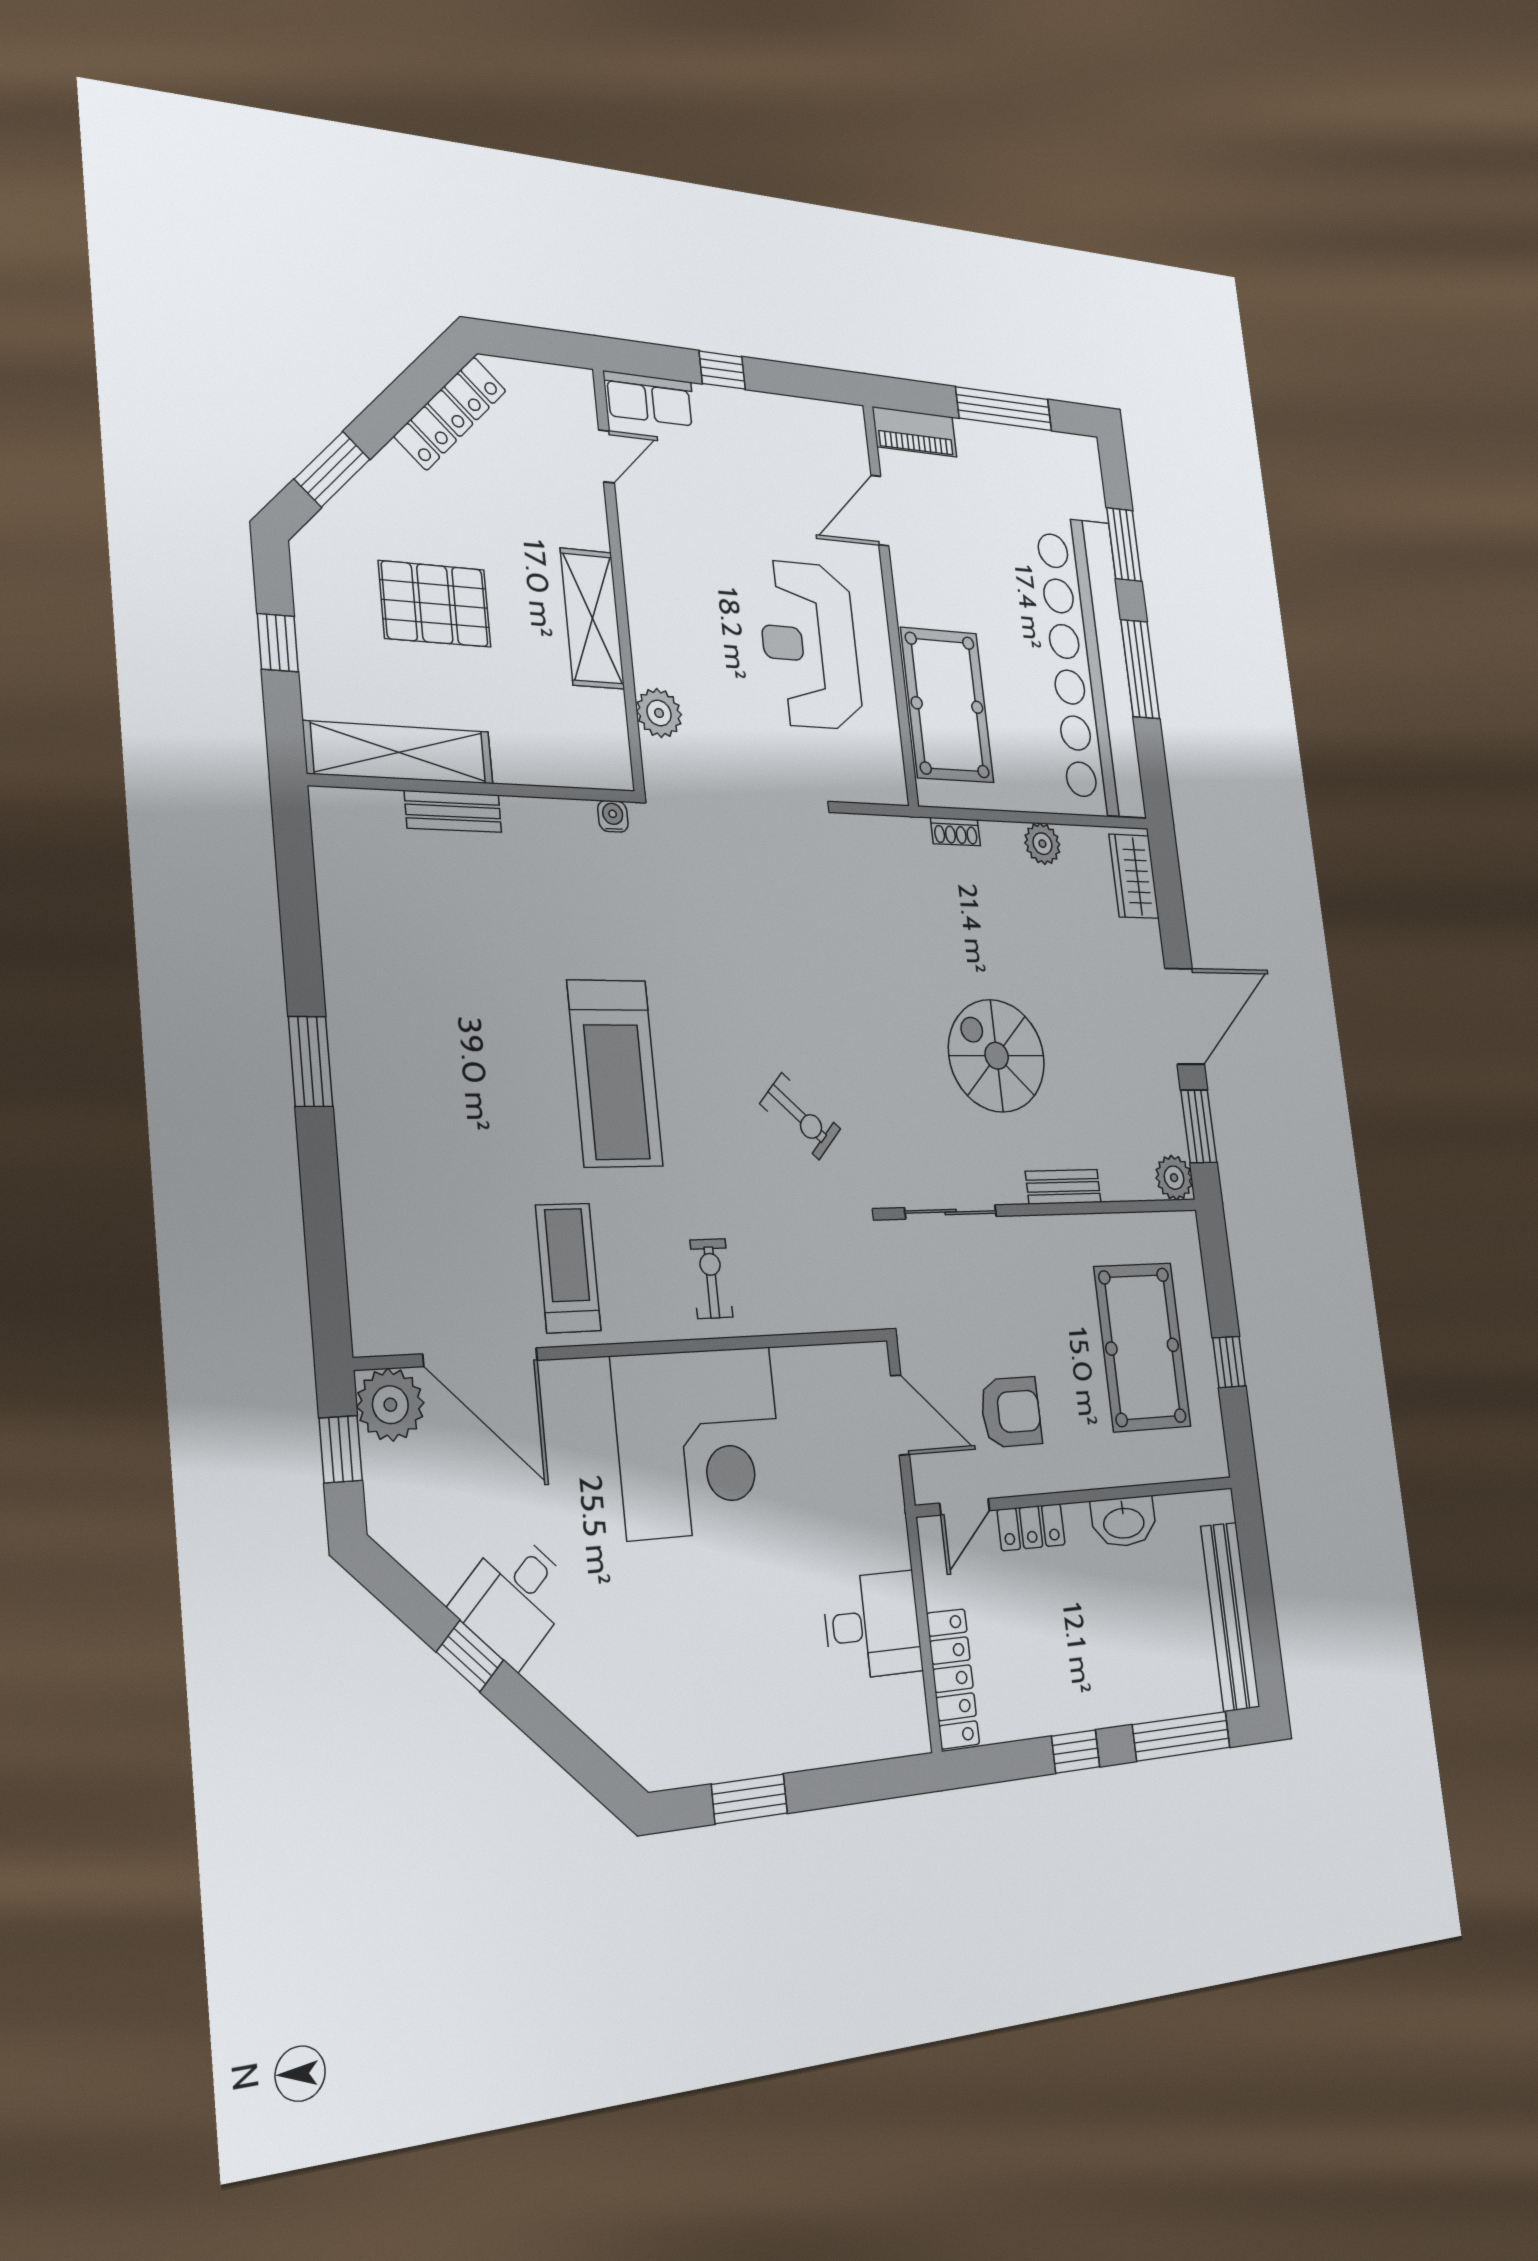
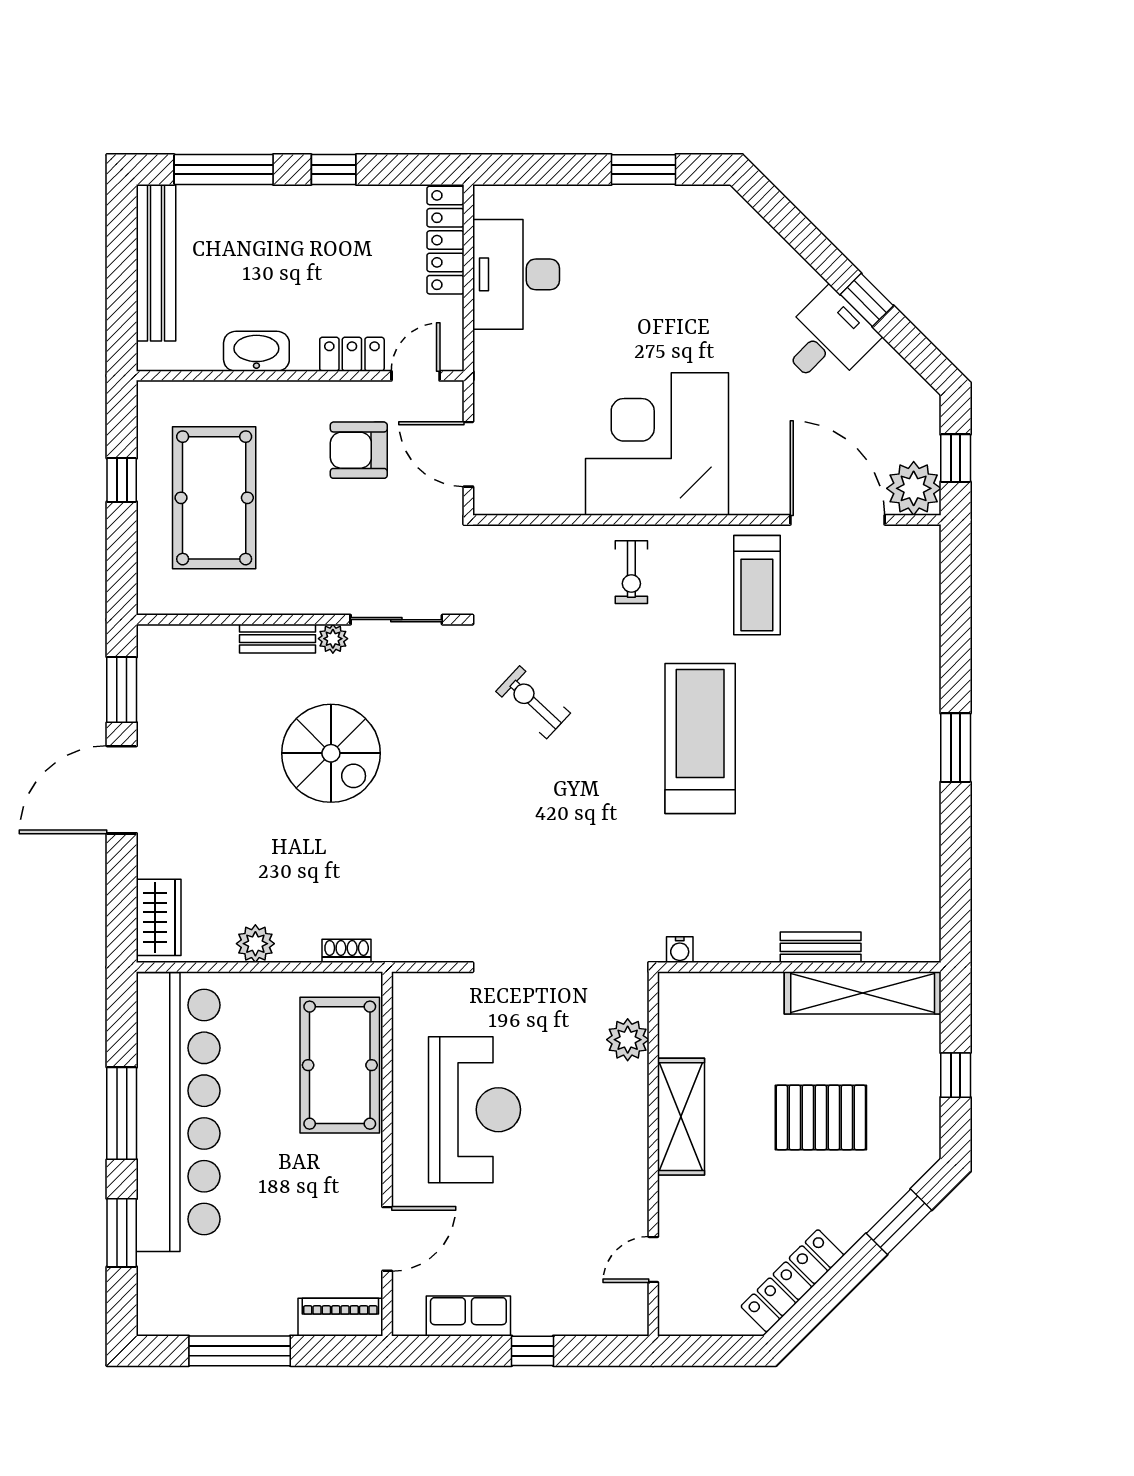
row of seats: (649, 399) -> (468, 1316), moved
plant: (1174, 1178) -> (333, 639), moved, width x0.73, depth x0.73
desk: (873, 1625) -> (516, 274), width x1.37

